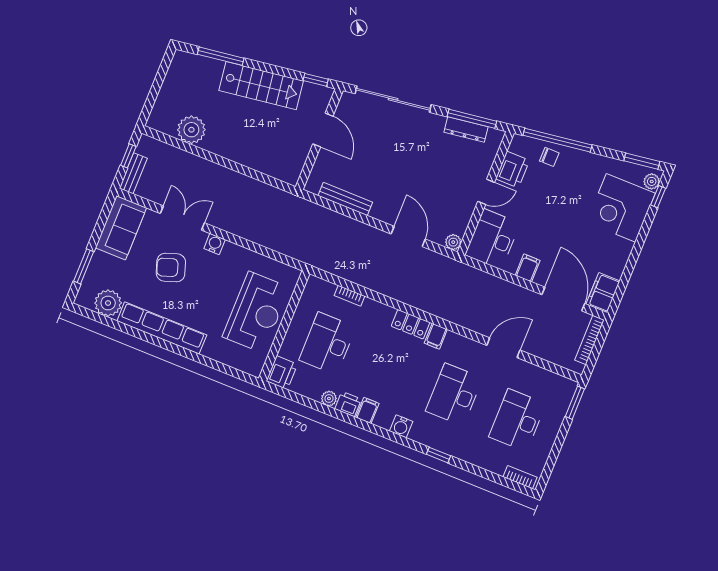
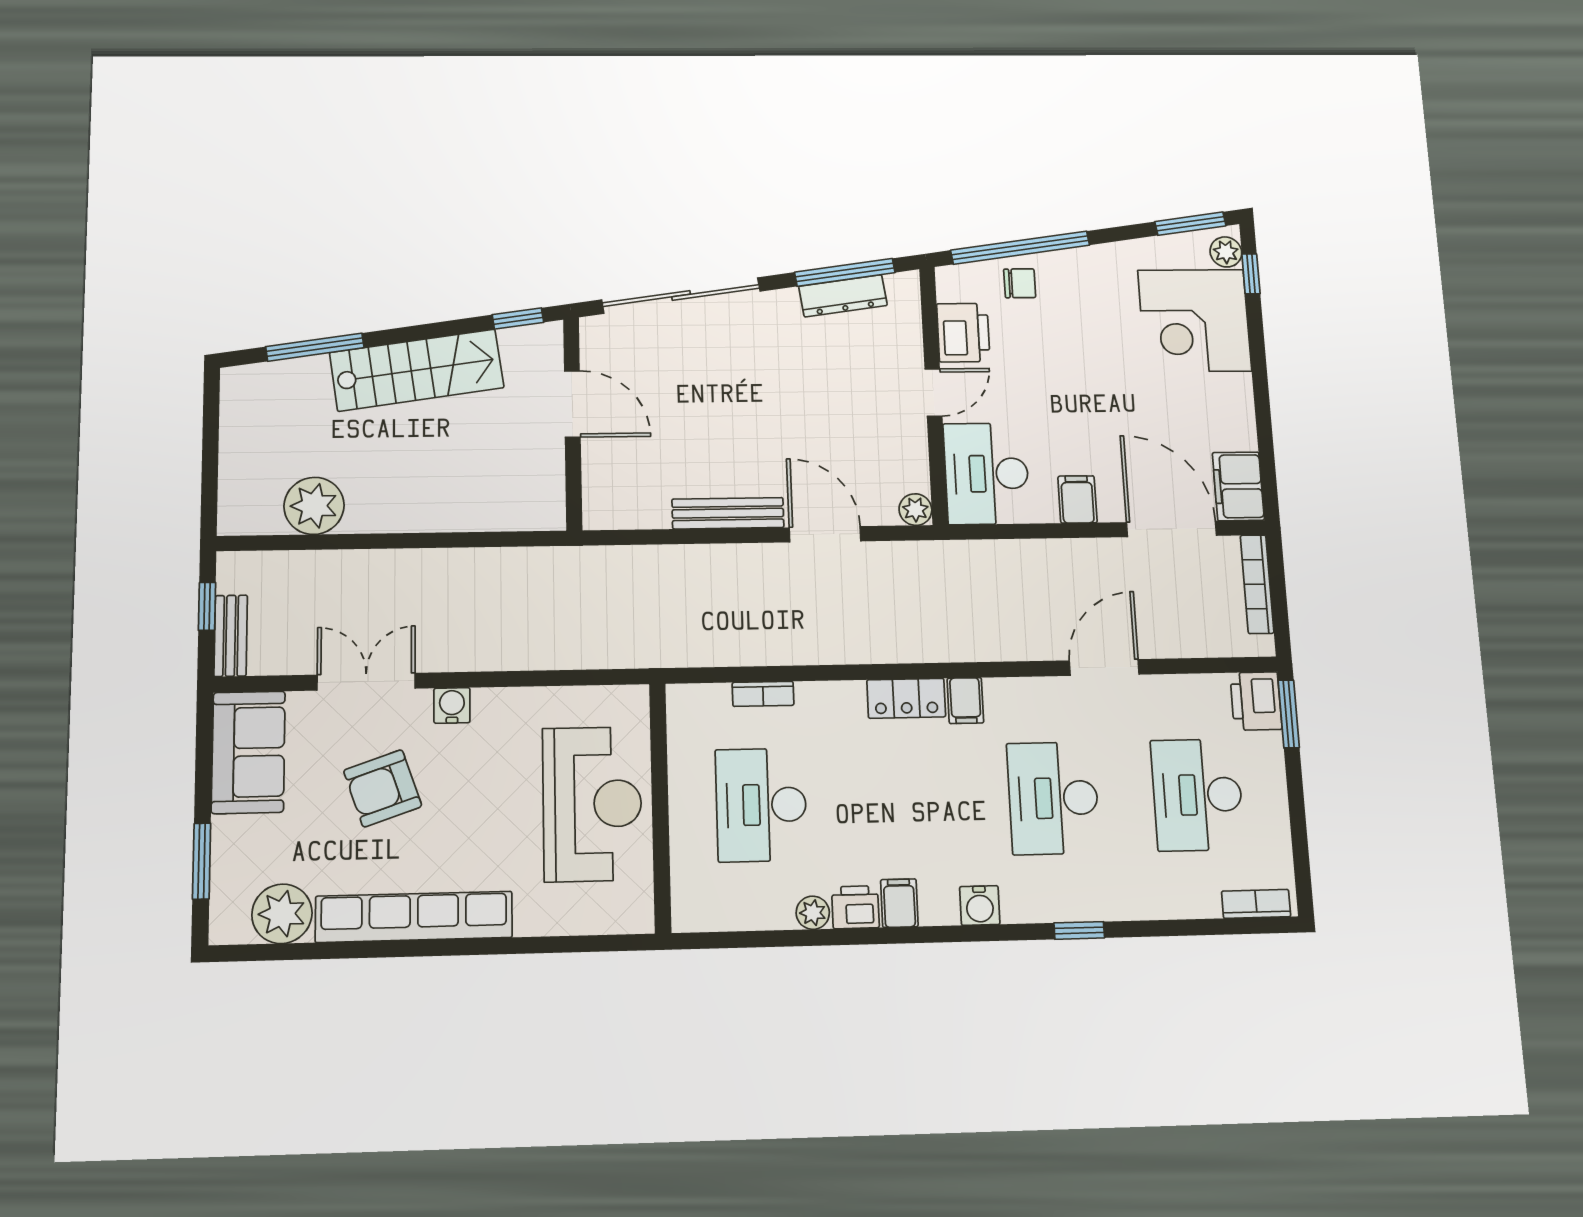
bench: (345, 199) -> (728, 513), moved
printer: (282, 373) -> (1256, 701), moved, turned 180

